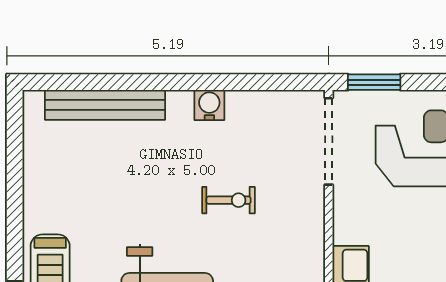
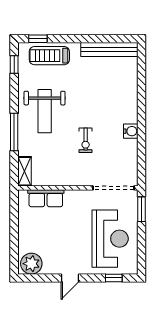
bench: (105, 105) -> (109, 50), moved, turned 90

